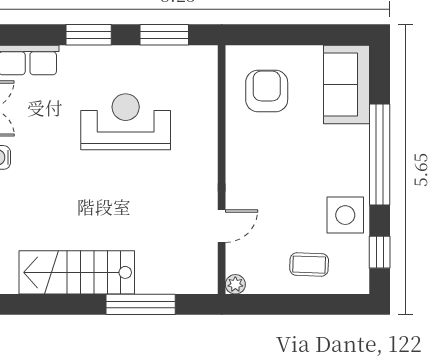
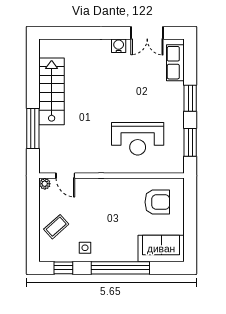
reception desk: (126, 122) -> (138, 139), moved, turned 90
side table: (345, 215) -> (85, 248), width x0.54, depth x0.54
door: (222, 226) -> (65, 176), moved
coffee table: (309, 265) -> (56, 227), turned 46

